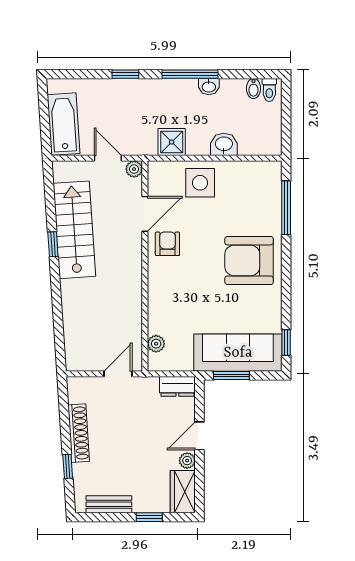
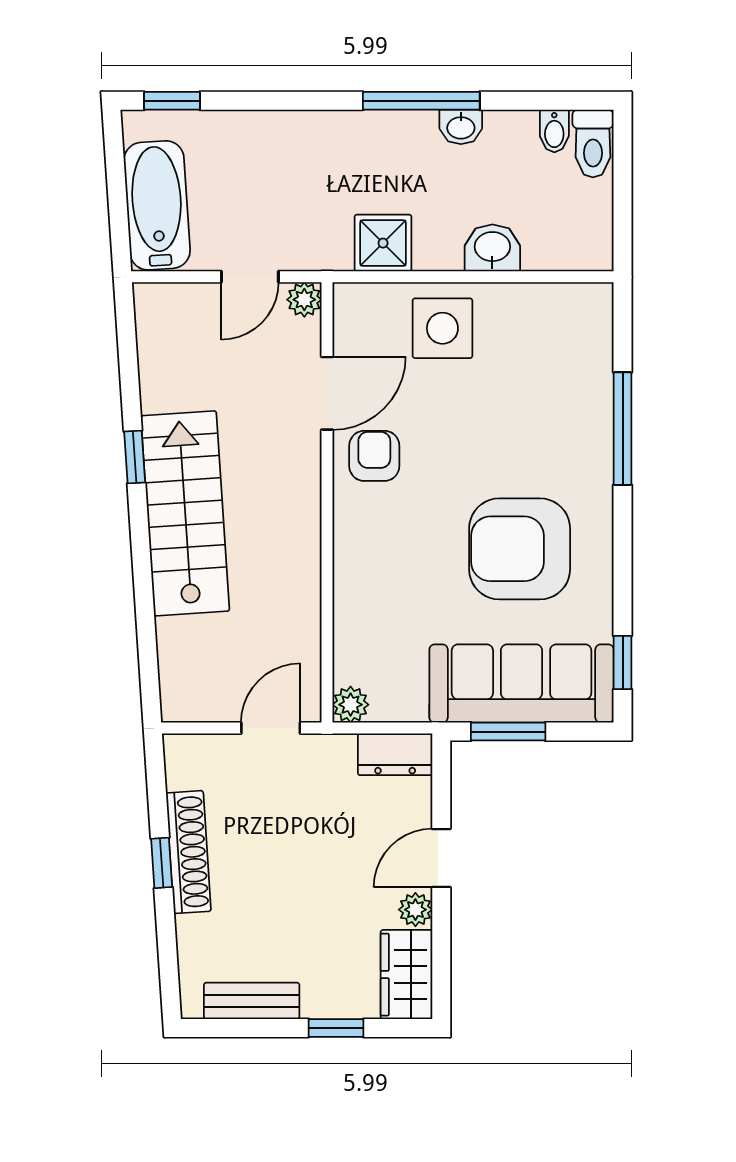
window: (125, 74) -> (172, 101), moved
toilet: (269, 90) -> (593, 143), width x1.37, depth x1.39
door: (108, 158) -> (250, 277), swing flipped
window: (286, 208) -> (623, 429), moved
stairs: (74, 230) -> (185, 513), moved
armchair: (249, 260) -> (520, 549), moved
plant: (156, 344) -> (351, 705), moved
window: (68, 466) -> (162, 863), moved

